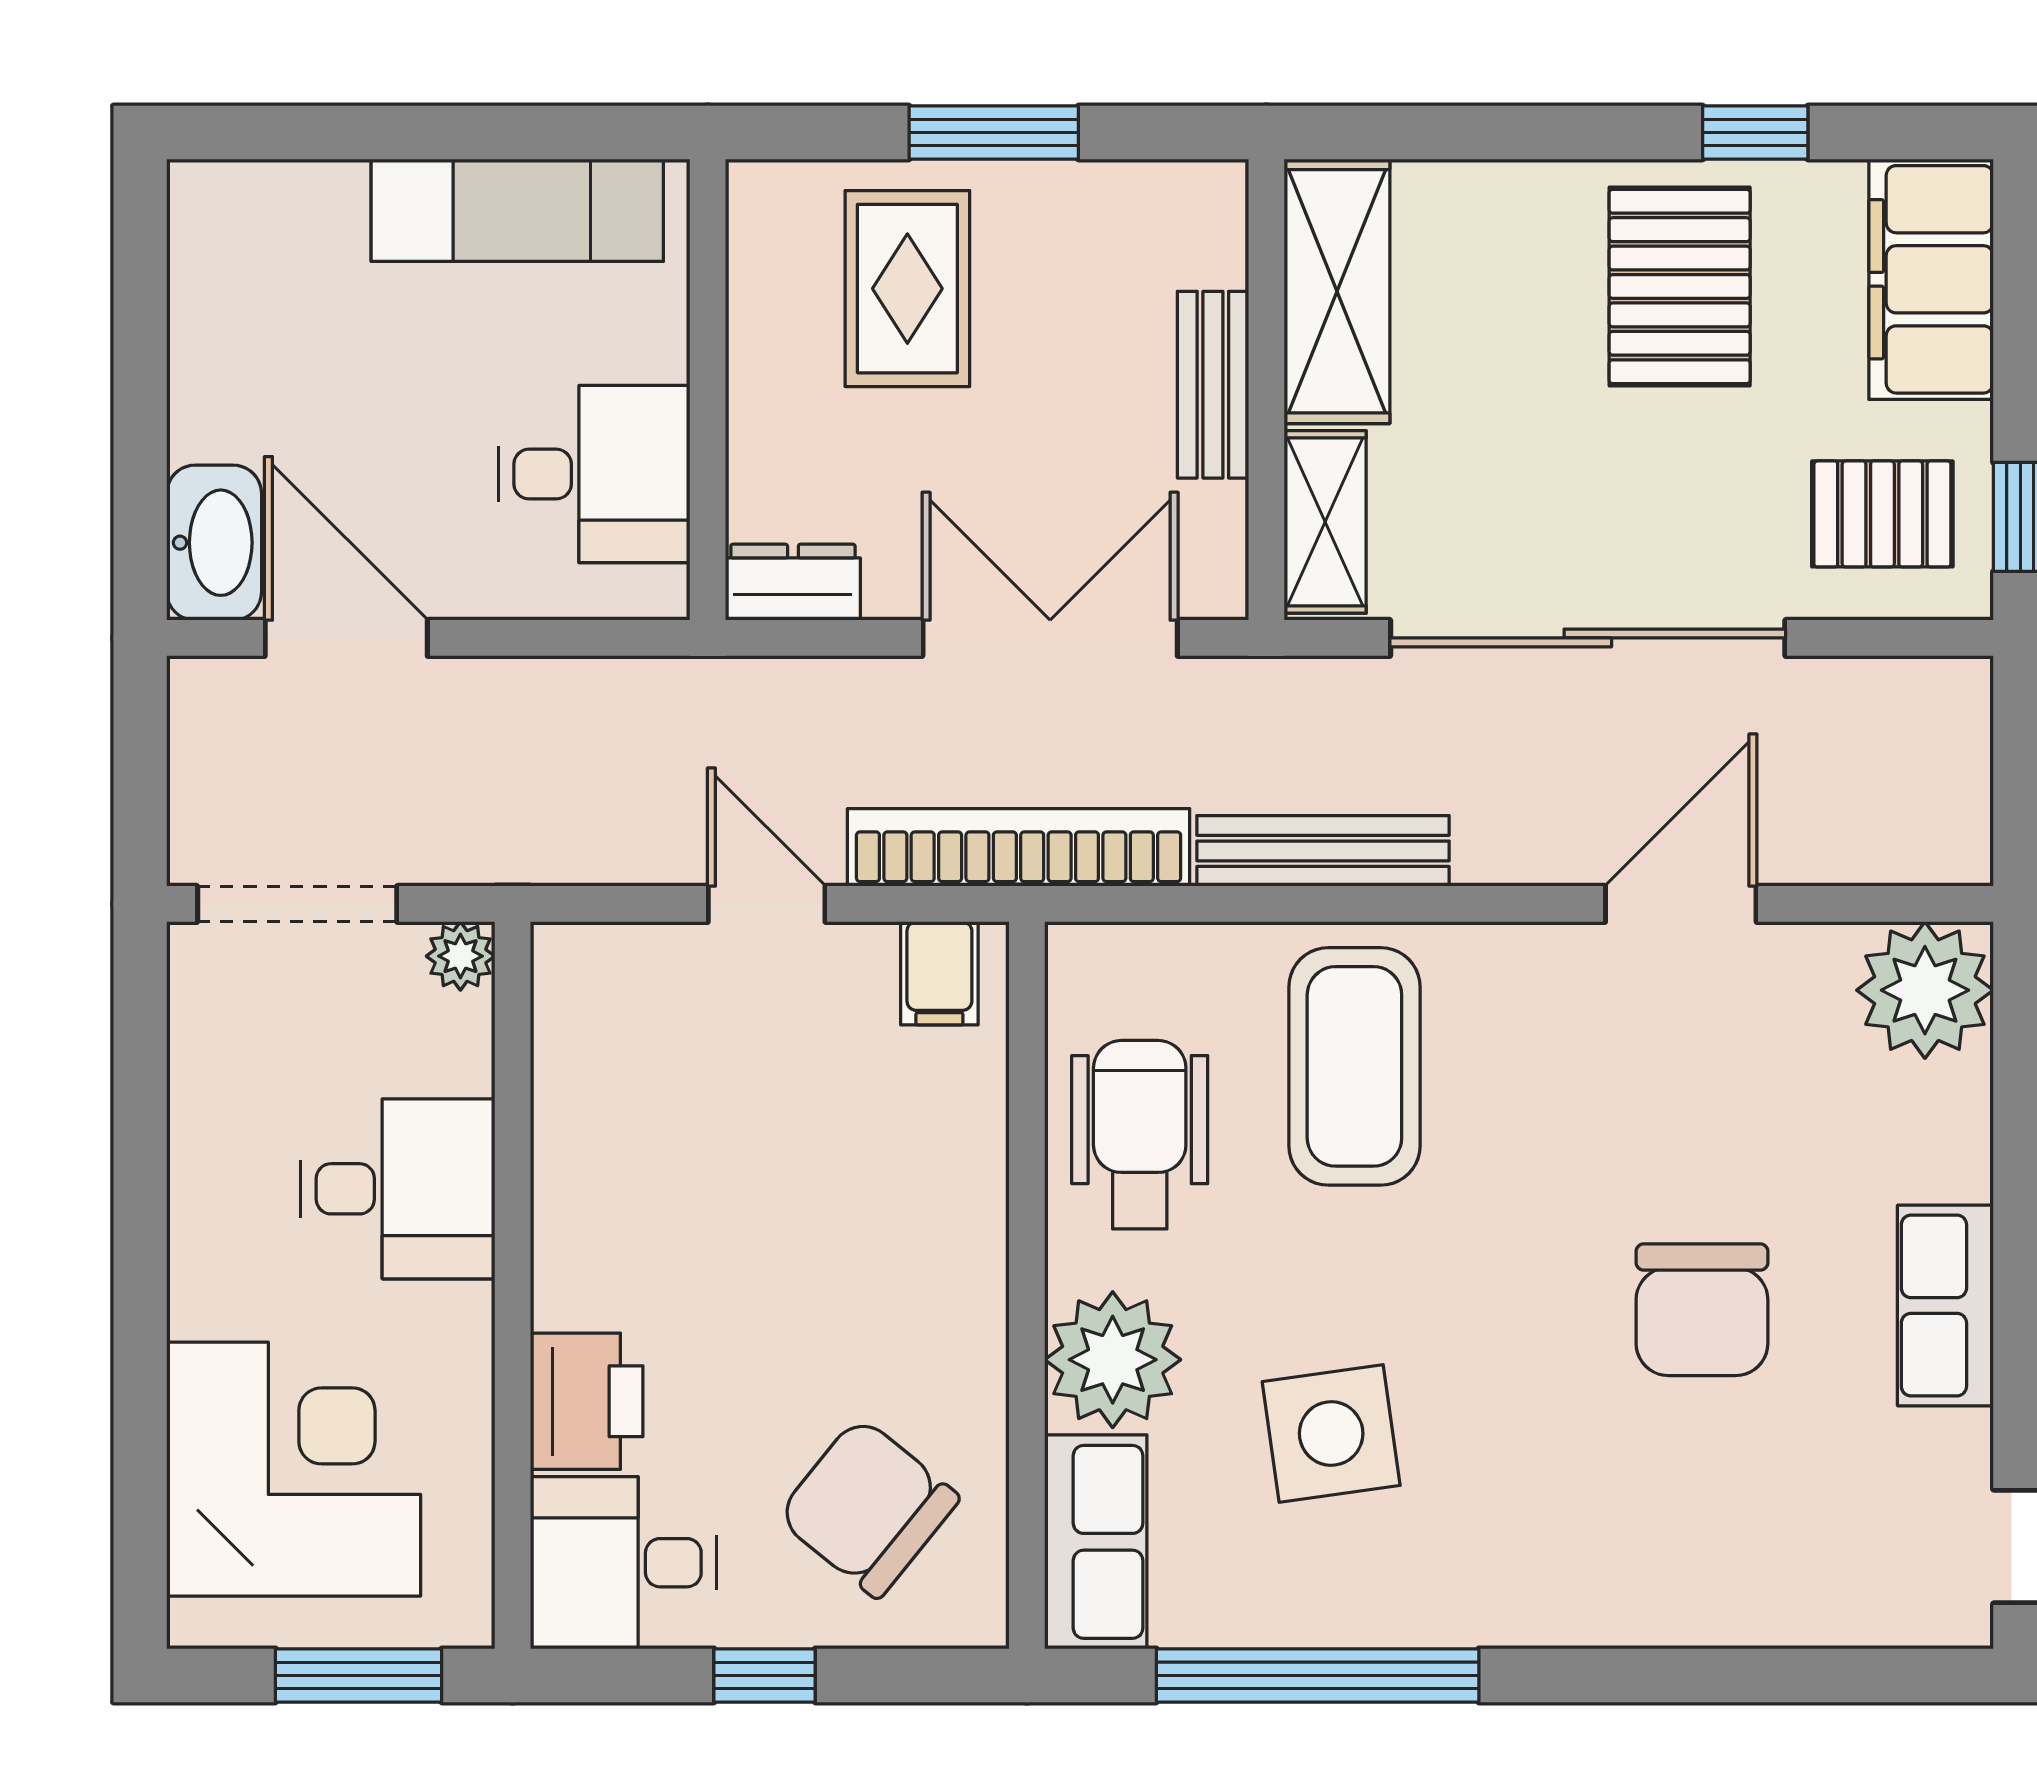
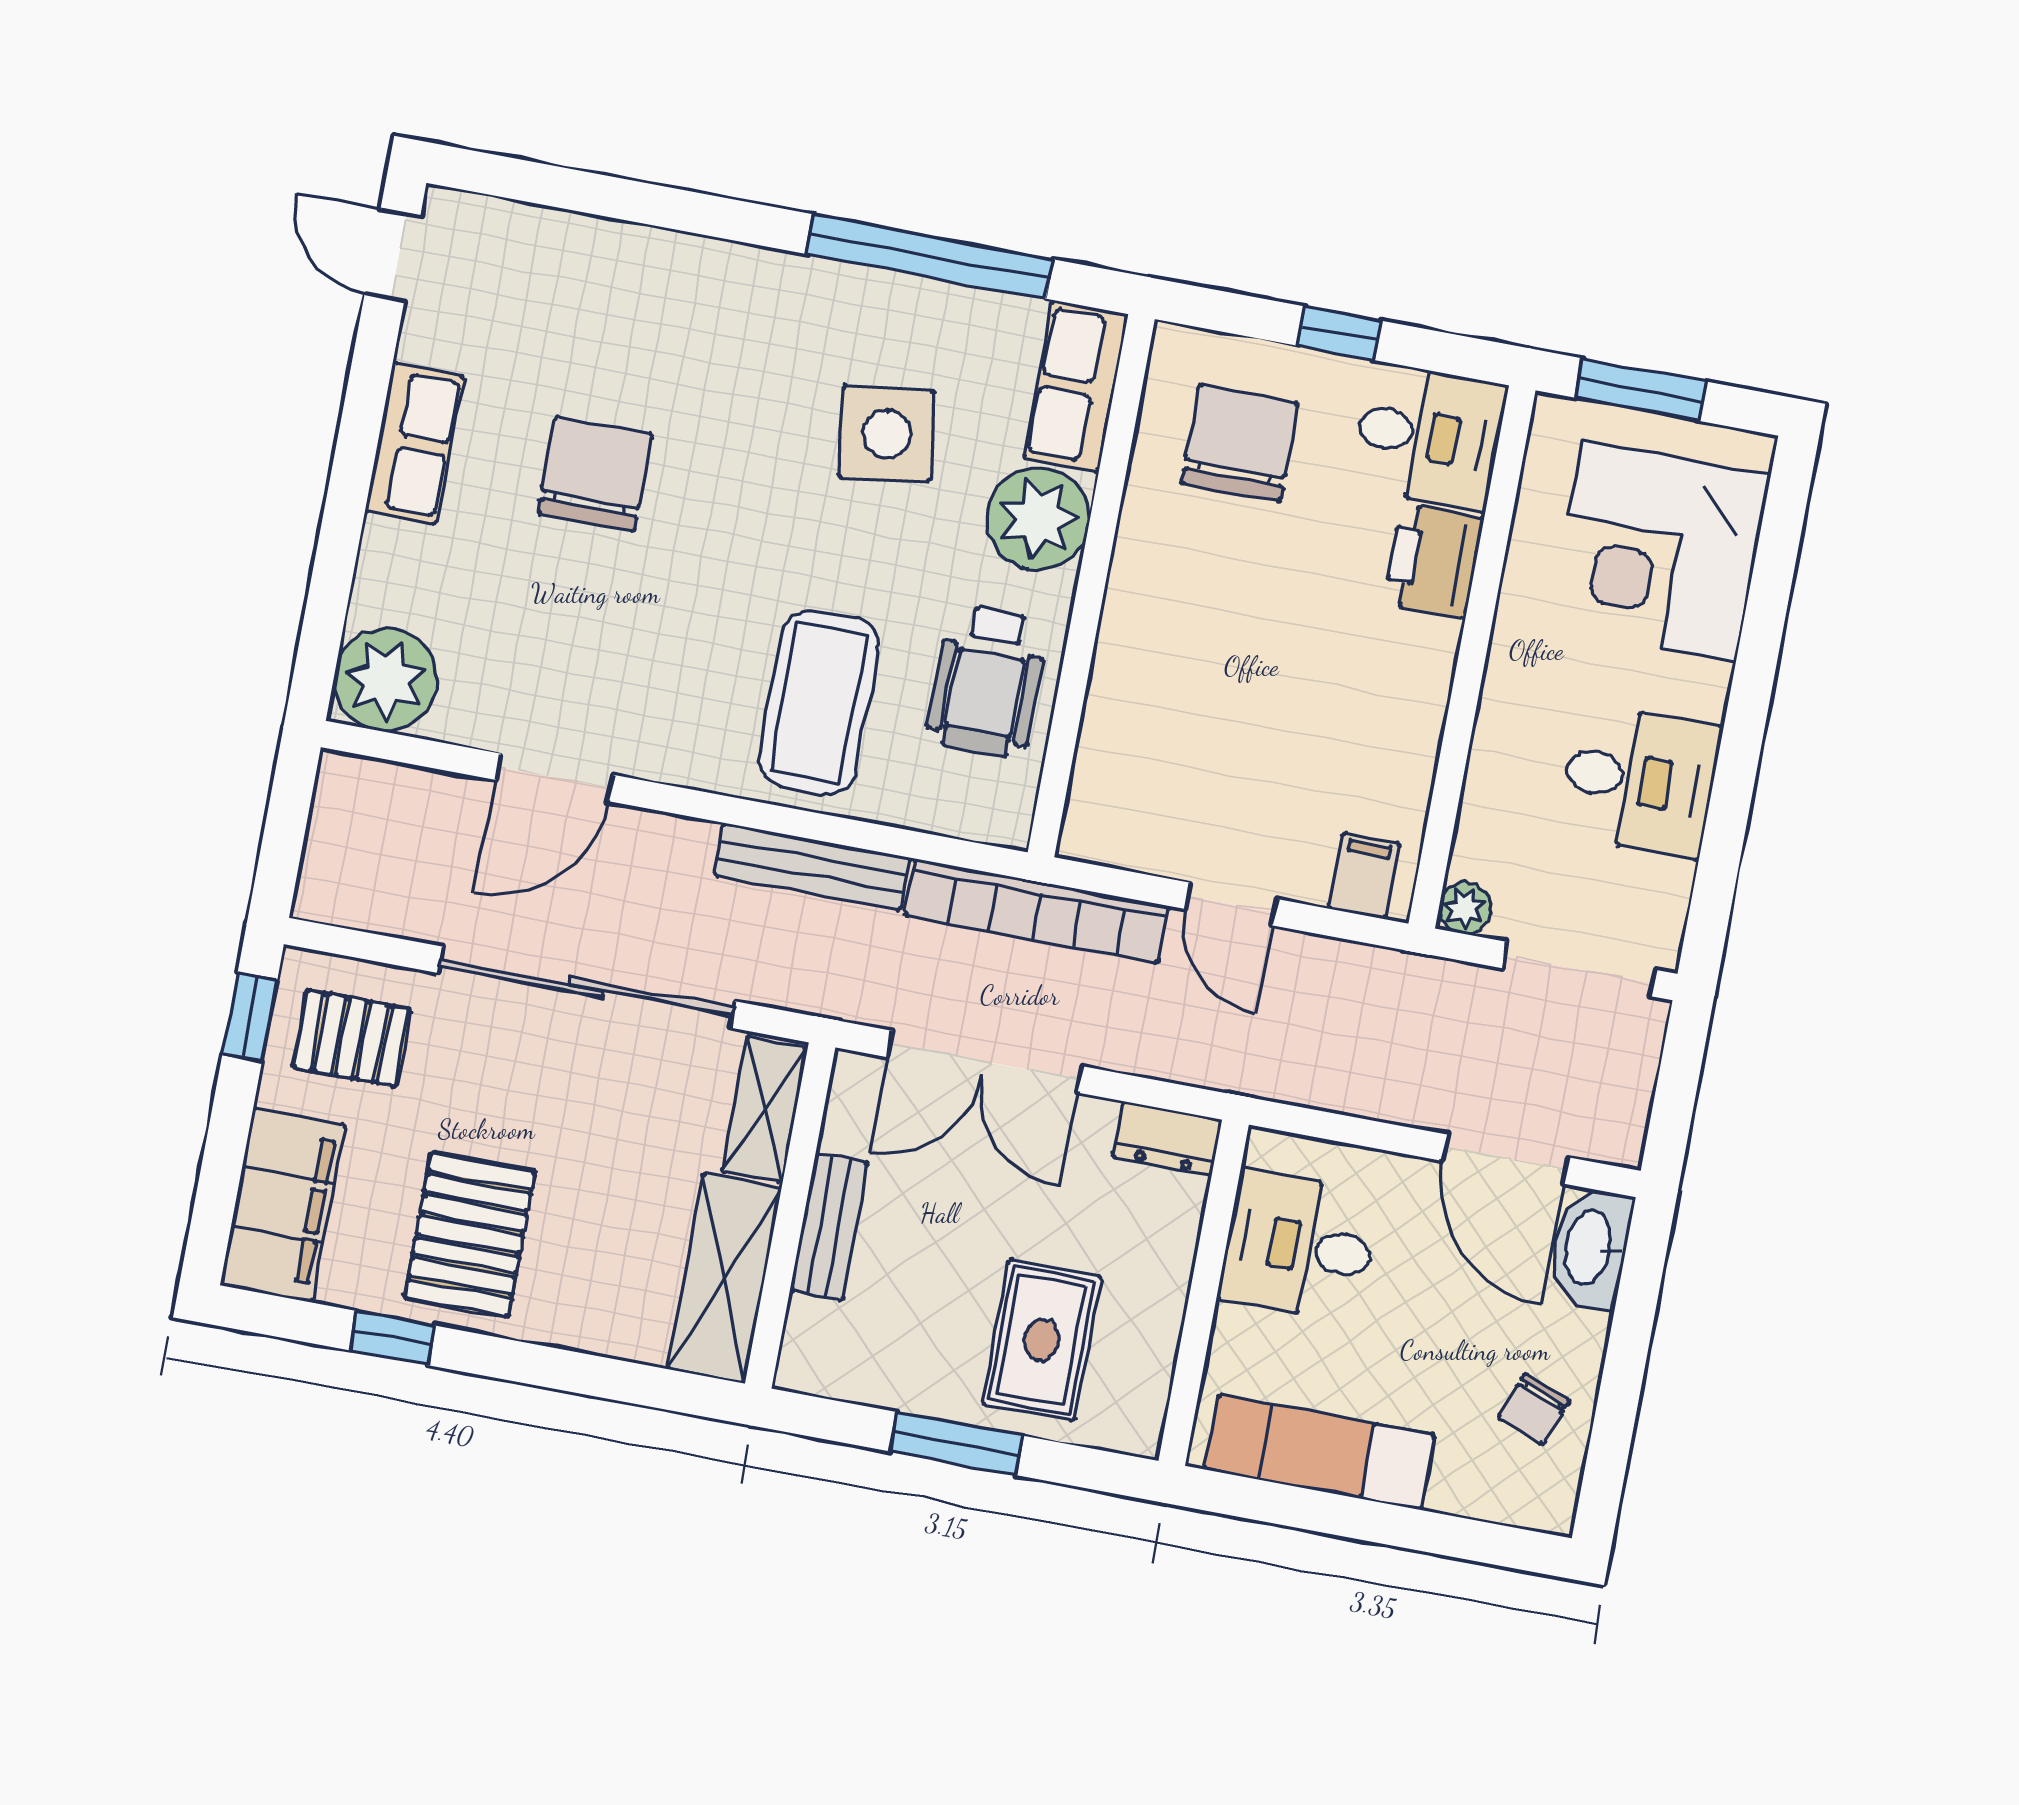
chair: (248, 319) -> (1534, 1409), added
filing cabinet: (939, 973) -> (1364, 876), moved
desk: (398, 1189) -> (1639, 781), moved, turned 180
chair: (868, 1507) -> (1240, 443), turned -129

